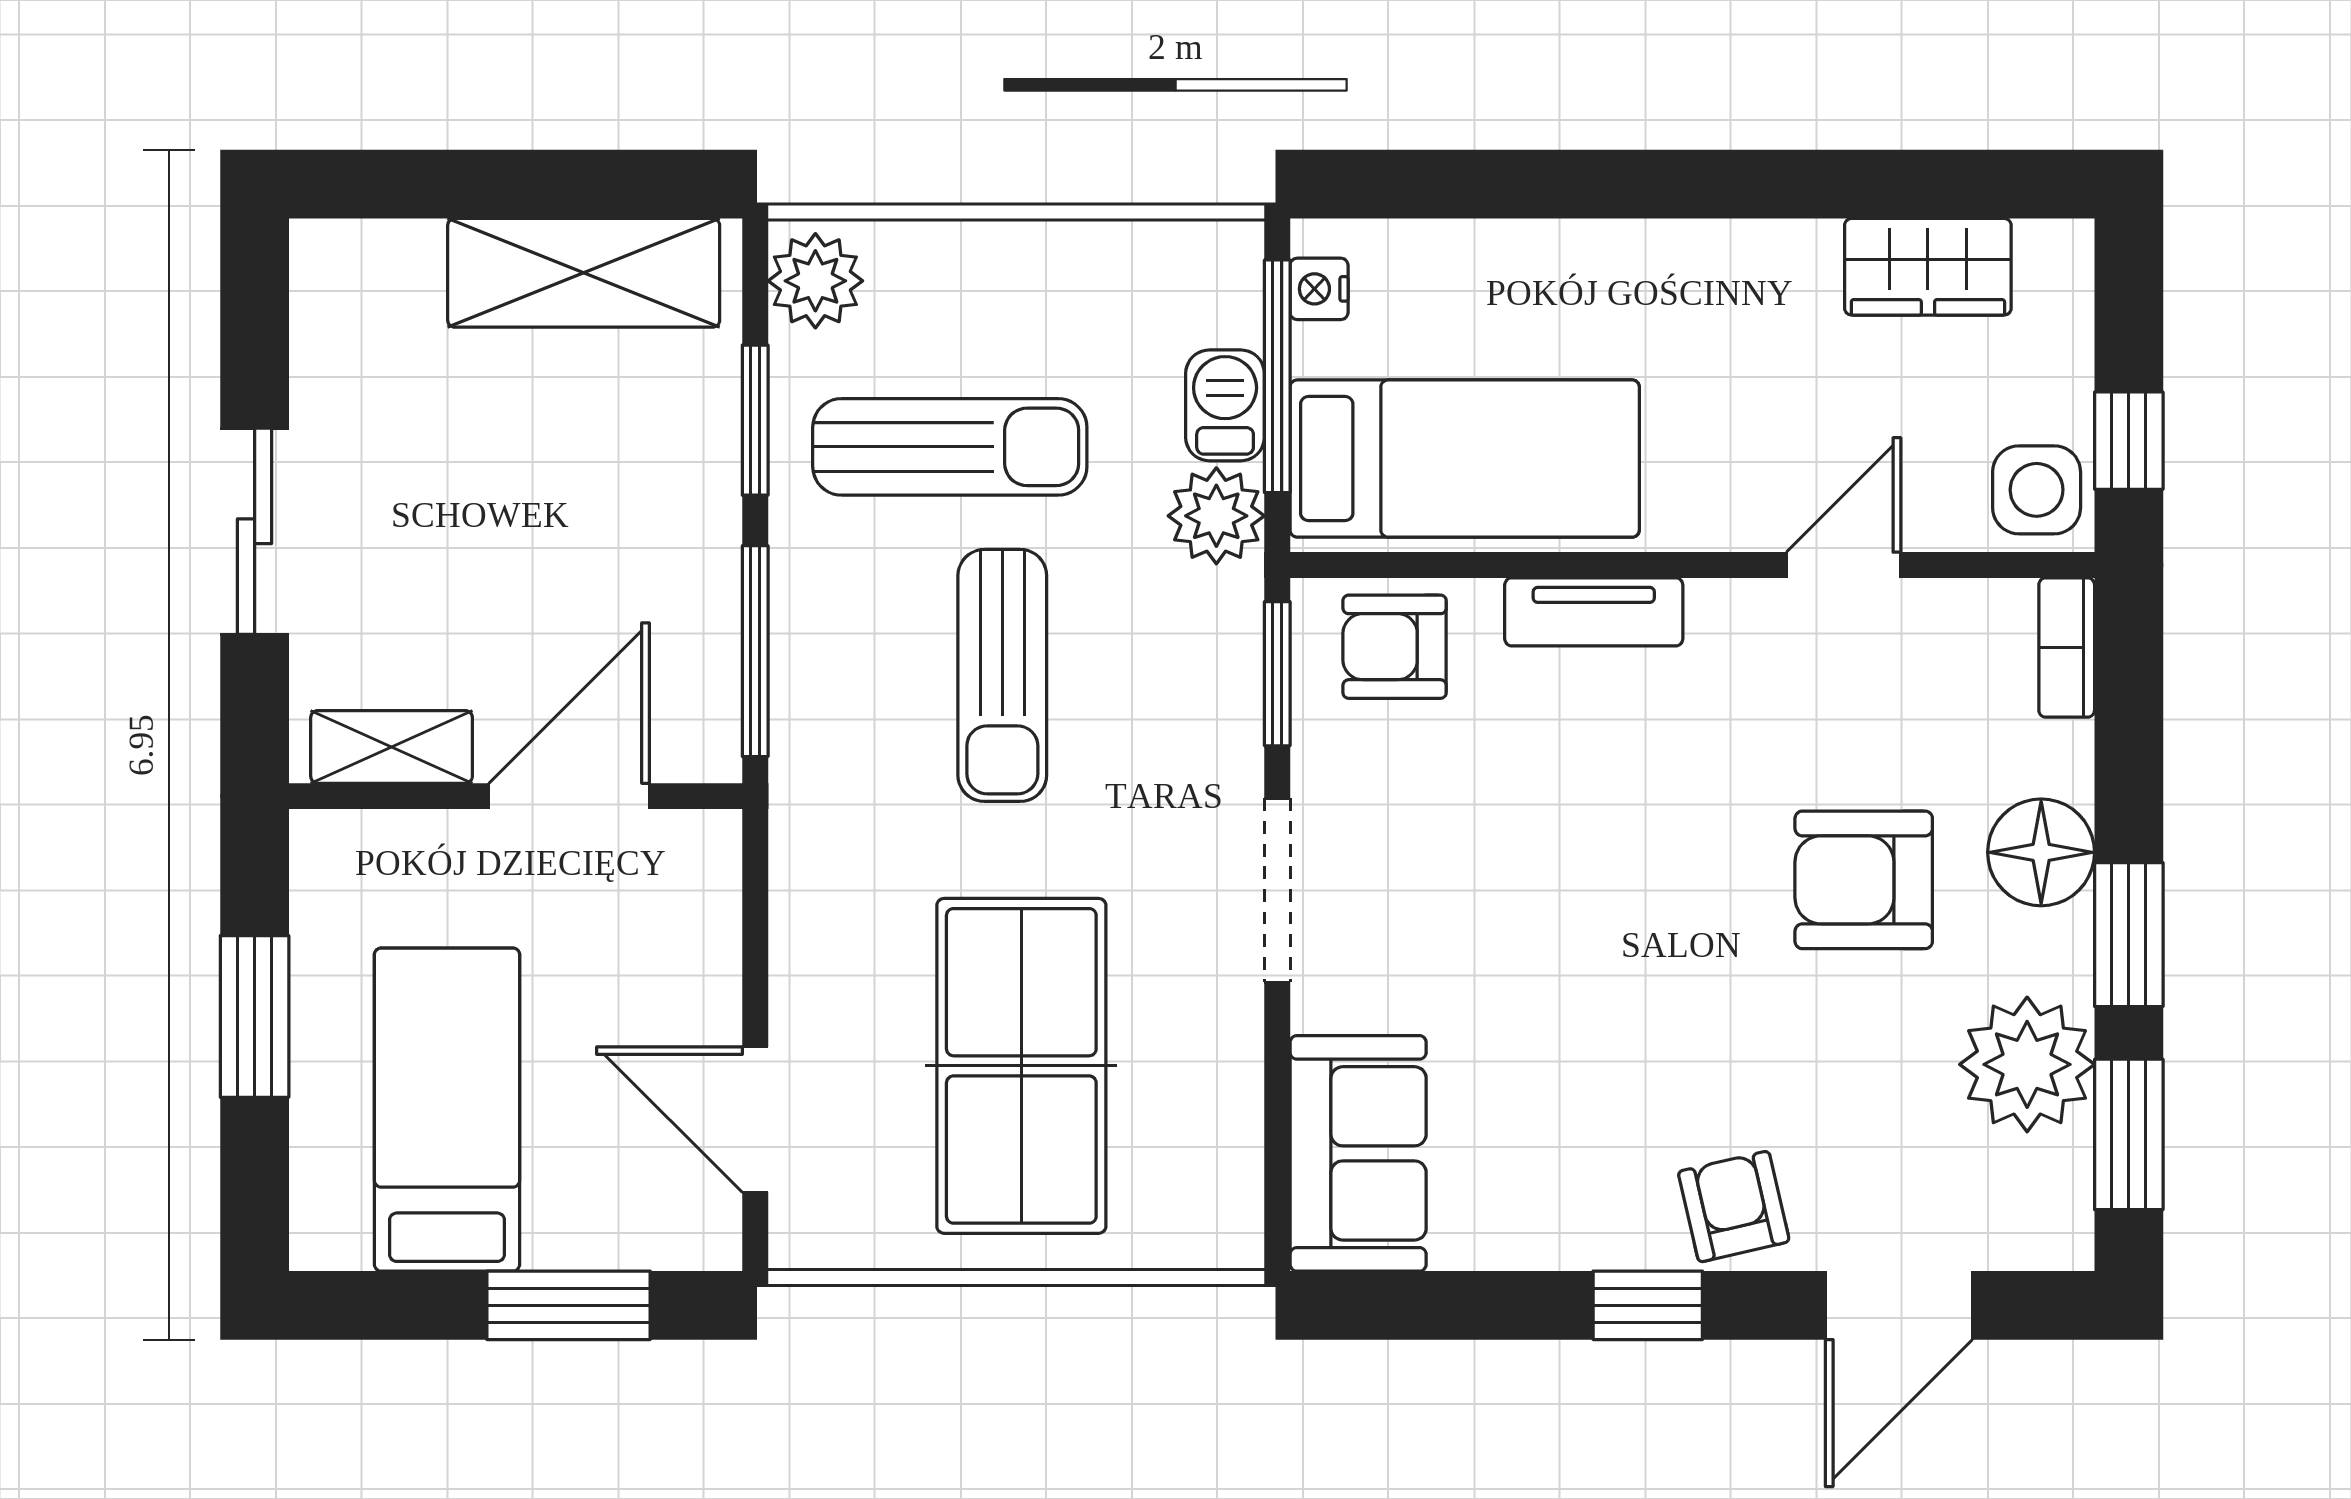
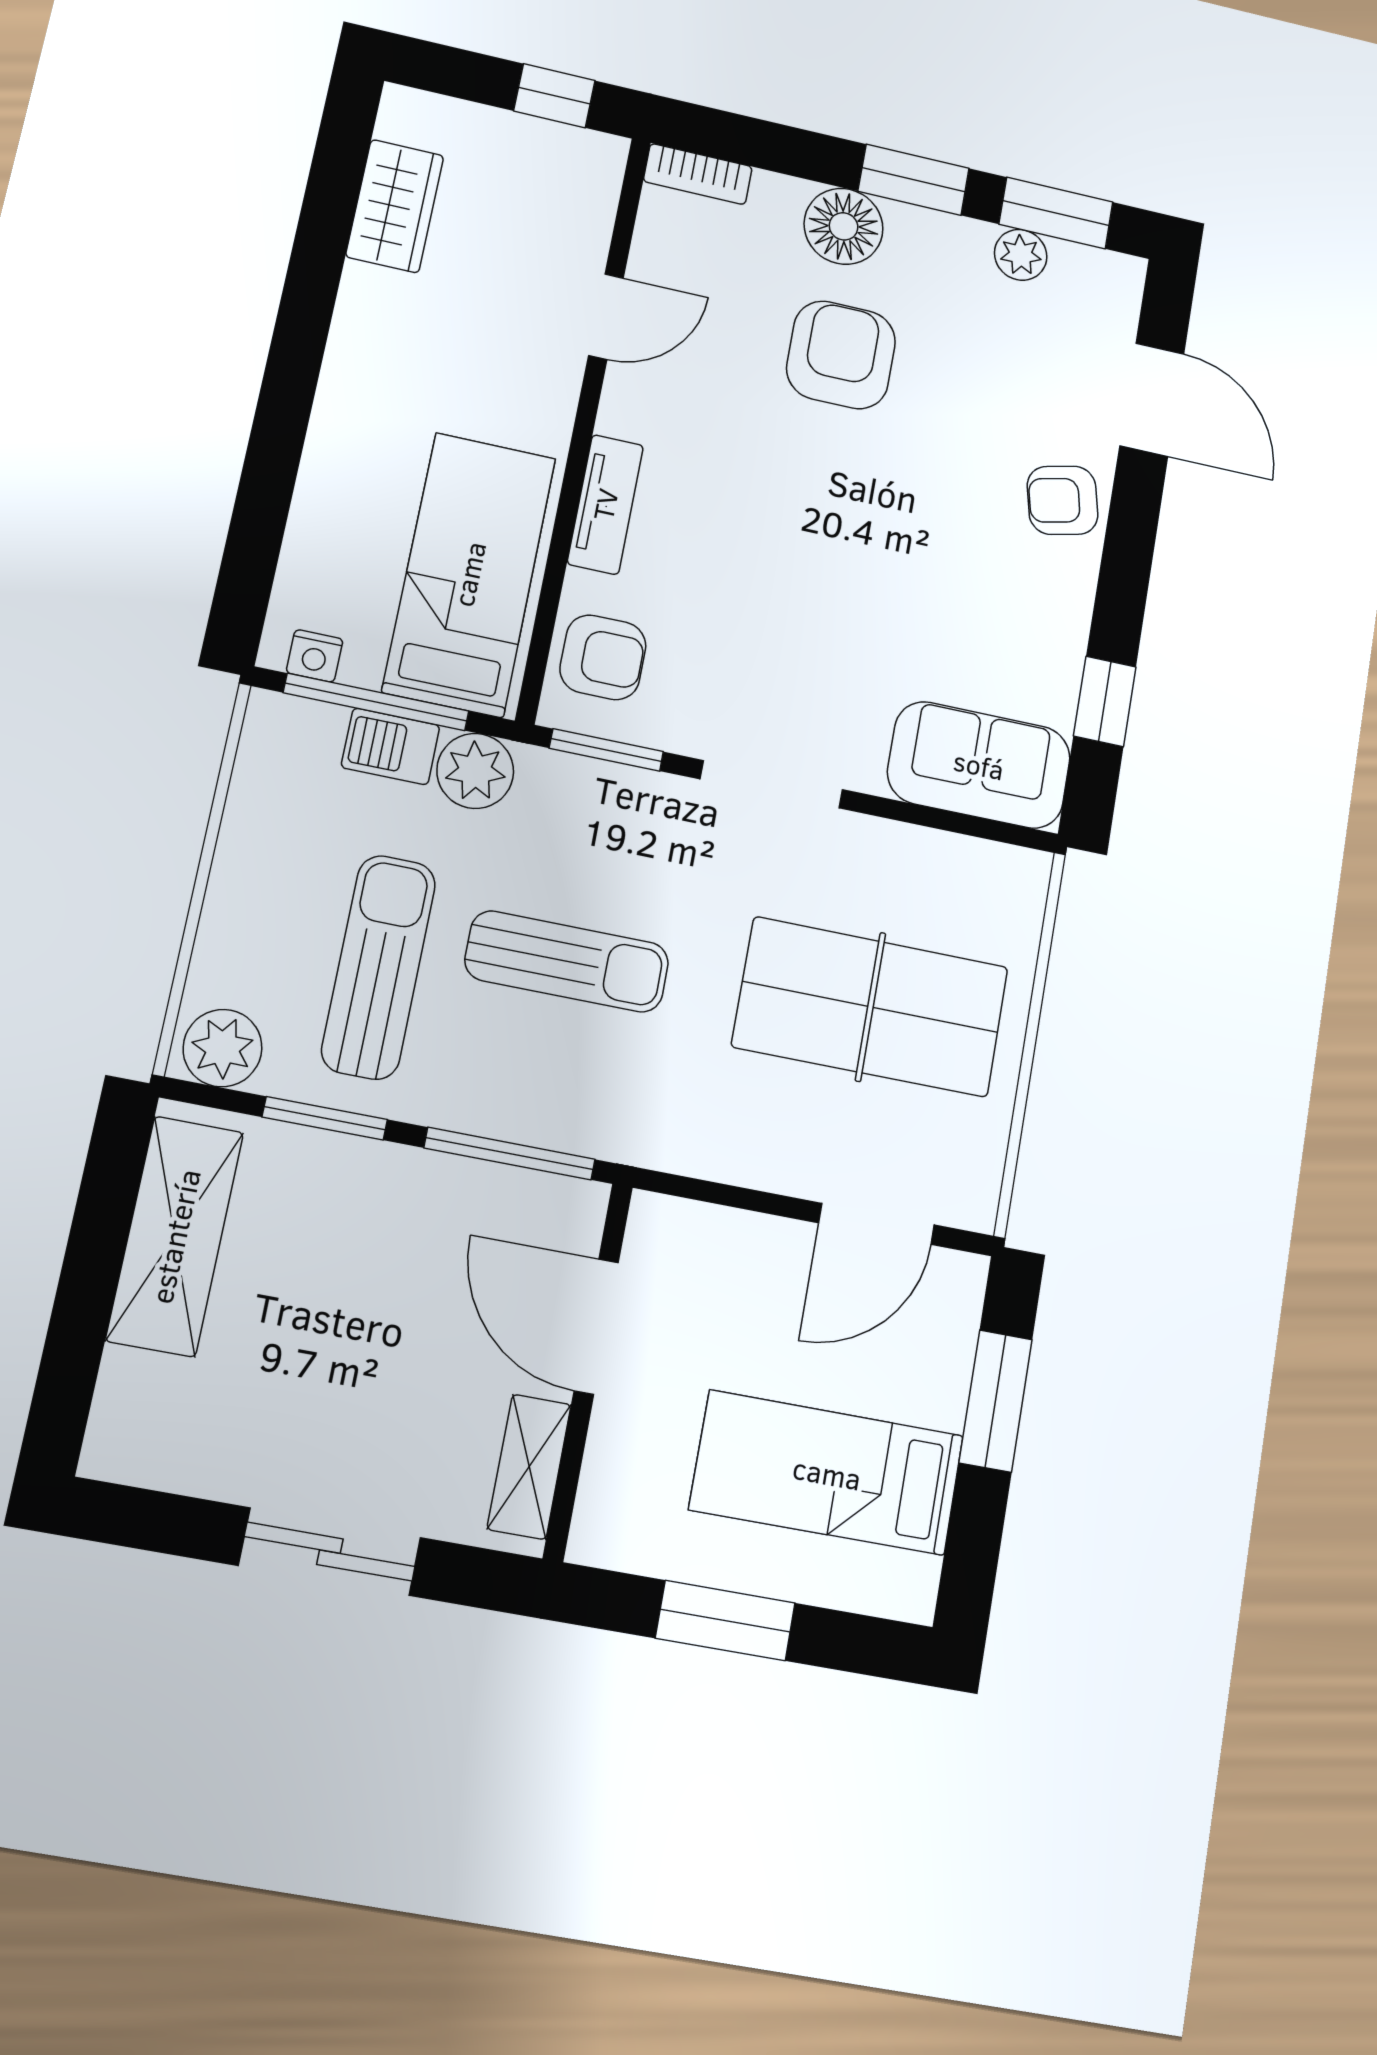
side table: (2037, 490) -> (578, 168), removed
door: (1844, 565) -> (606, 317), swing flipped
armchair: (1395, 647) -> (603, 657), turned -90
armchair: (1864, 880) -> (841, 355), turned 180
plant: (2027, 1064) -> (1021, 255), width x0.53, depth x0.53
window: (1648, 1305) -> (1105, 701), moved

